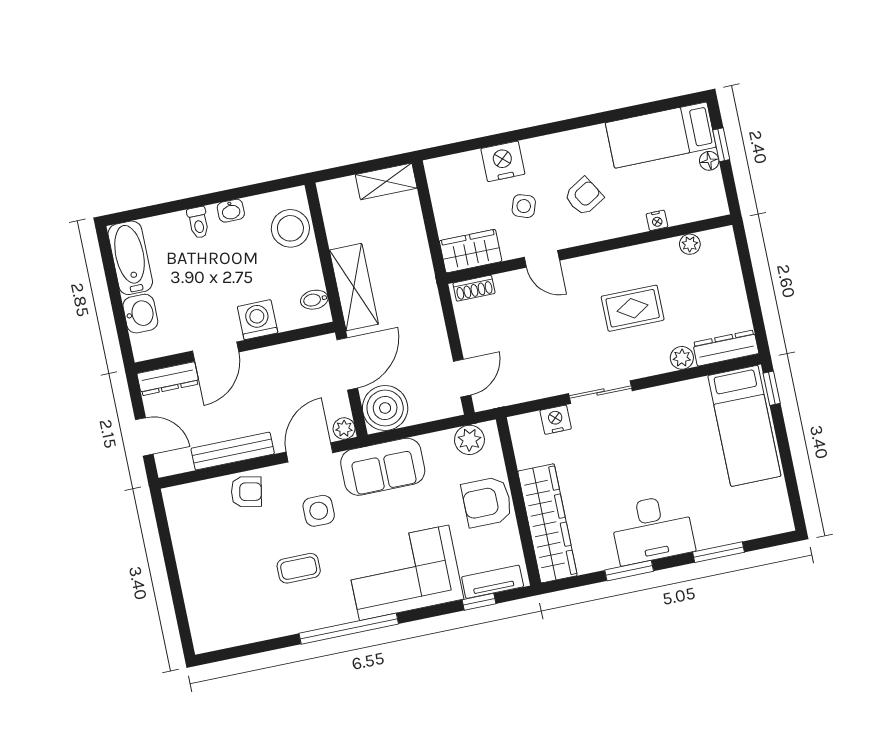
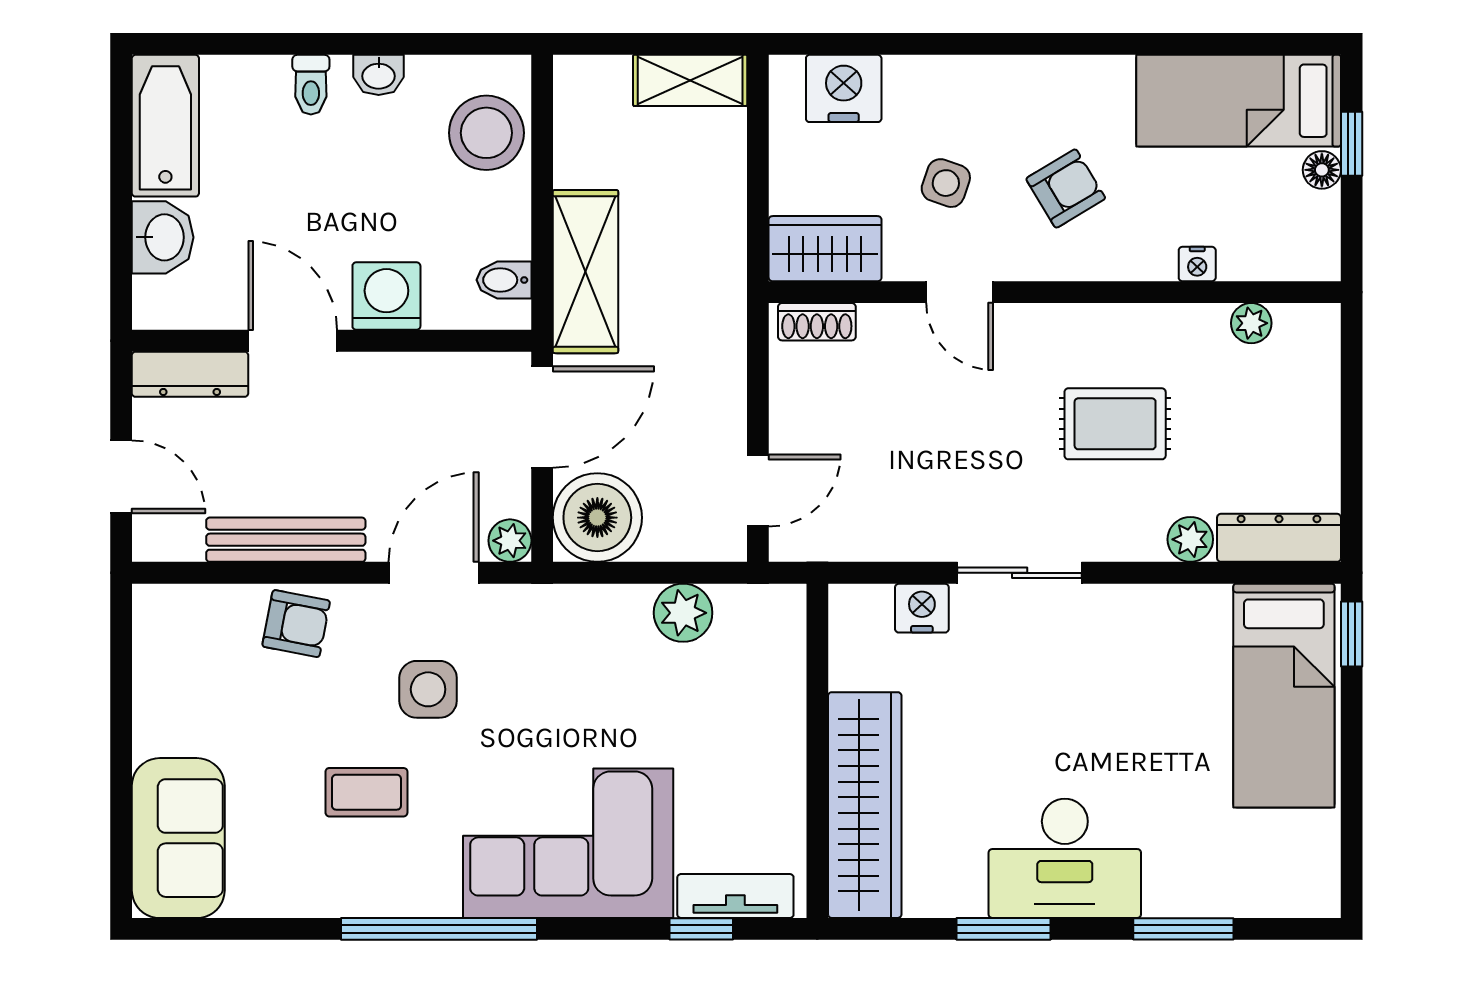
nightstand: (503, 161) -> (844, 88), moved
door: (216, 352) -> (293, 341), swing flipped
plant: (469, 440) -> (683, 613), moved
sofa: (383, 467) -> (178, 838), moved, turned -90
armchair: (487, 502) -> (756, 740), removed

